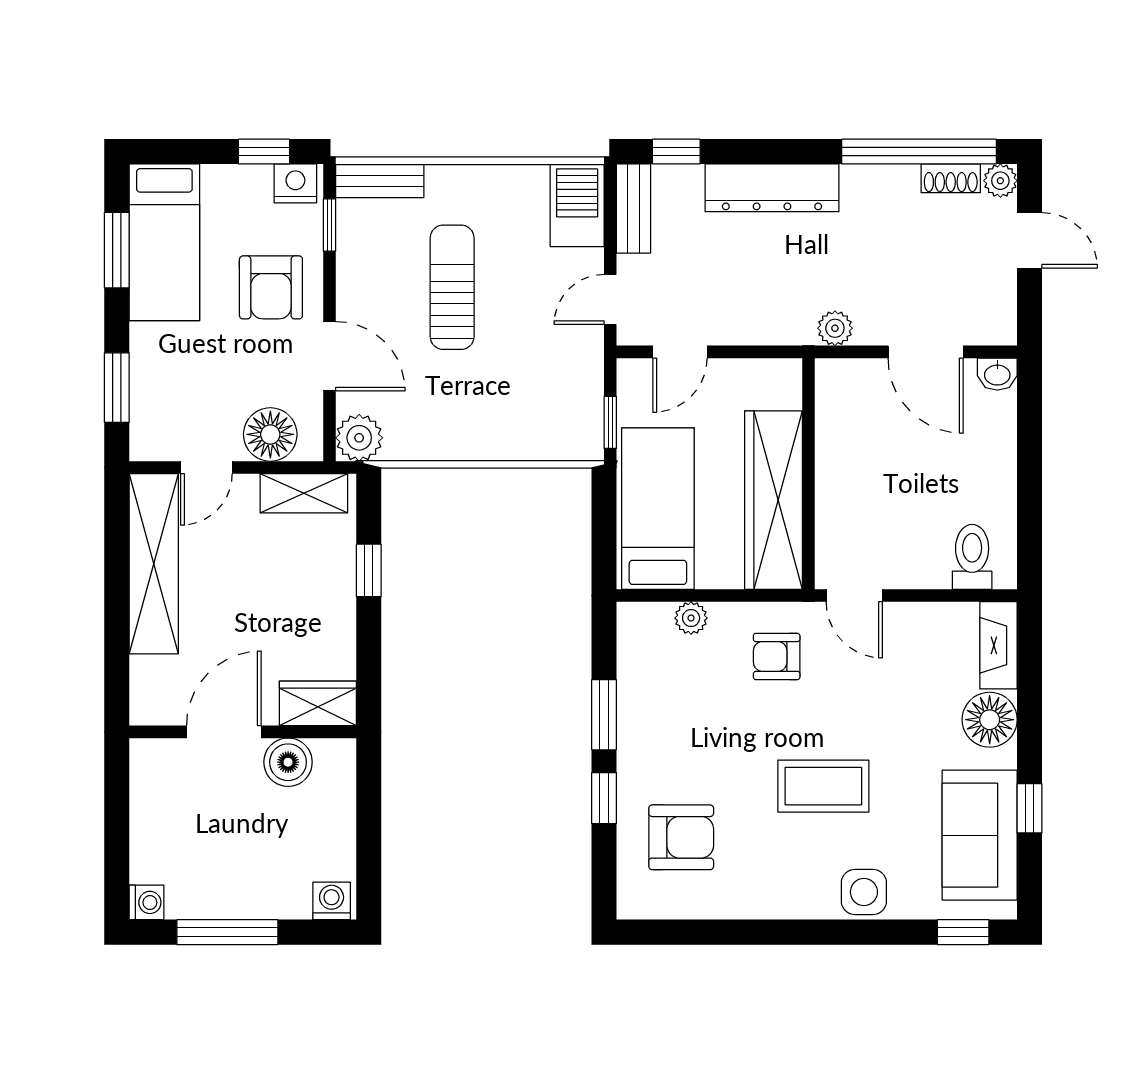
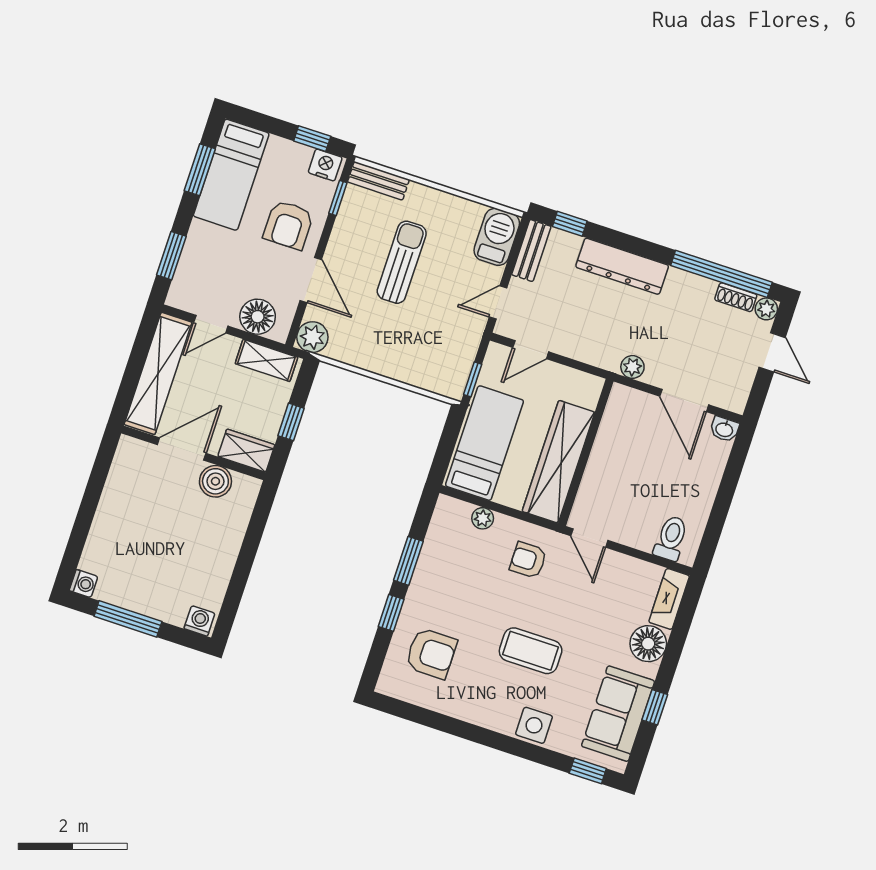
wardrobe: (318, 703) -> (246, 451), moved
door: (224, 732) -> (182, 449), moved
wall: (243, 732) -> (193, 453), moved
boiler: (288, 762) -> (215, 481), moved

